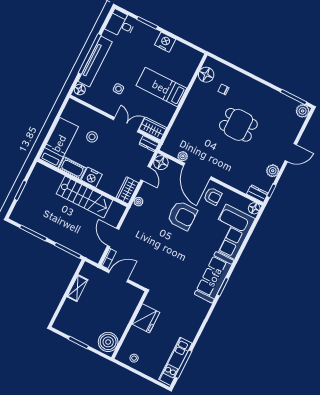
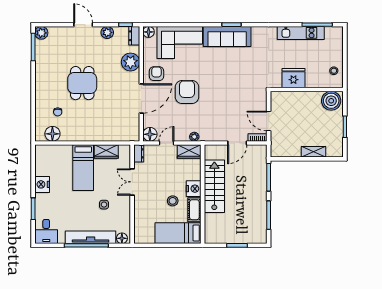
wardrobe: (153, 129) -> (106, 152), moved, turned -90
stool: (92, 137) -> (173, 201), moved
plant: (183, 156) -> (130, 62), moved, width x1.87, depth x1.87
shelving: (77, 288) -> (314, 152), moved
kitchen unit: (175, 361) -> (301, 33), moved

